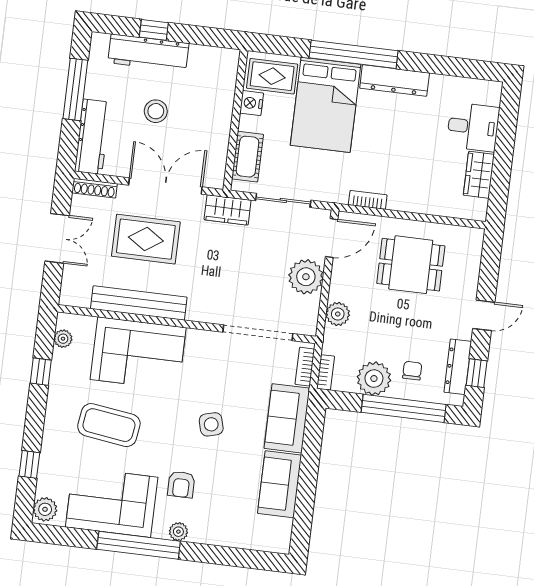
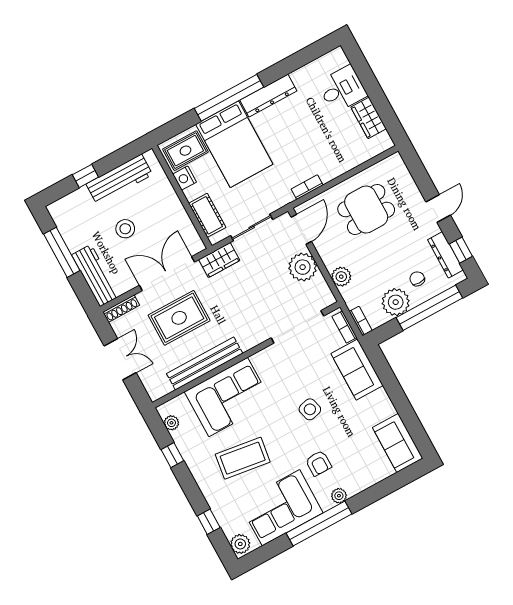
workbench: (148, 53) -> (119, 179), moved
sofa: (280, 484) -> (398, 443), moved

